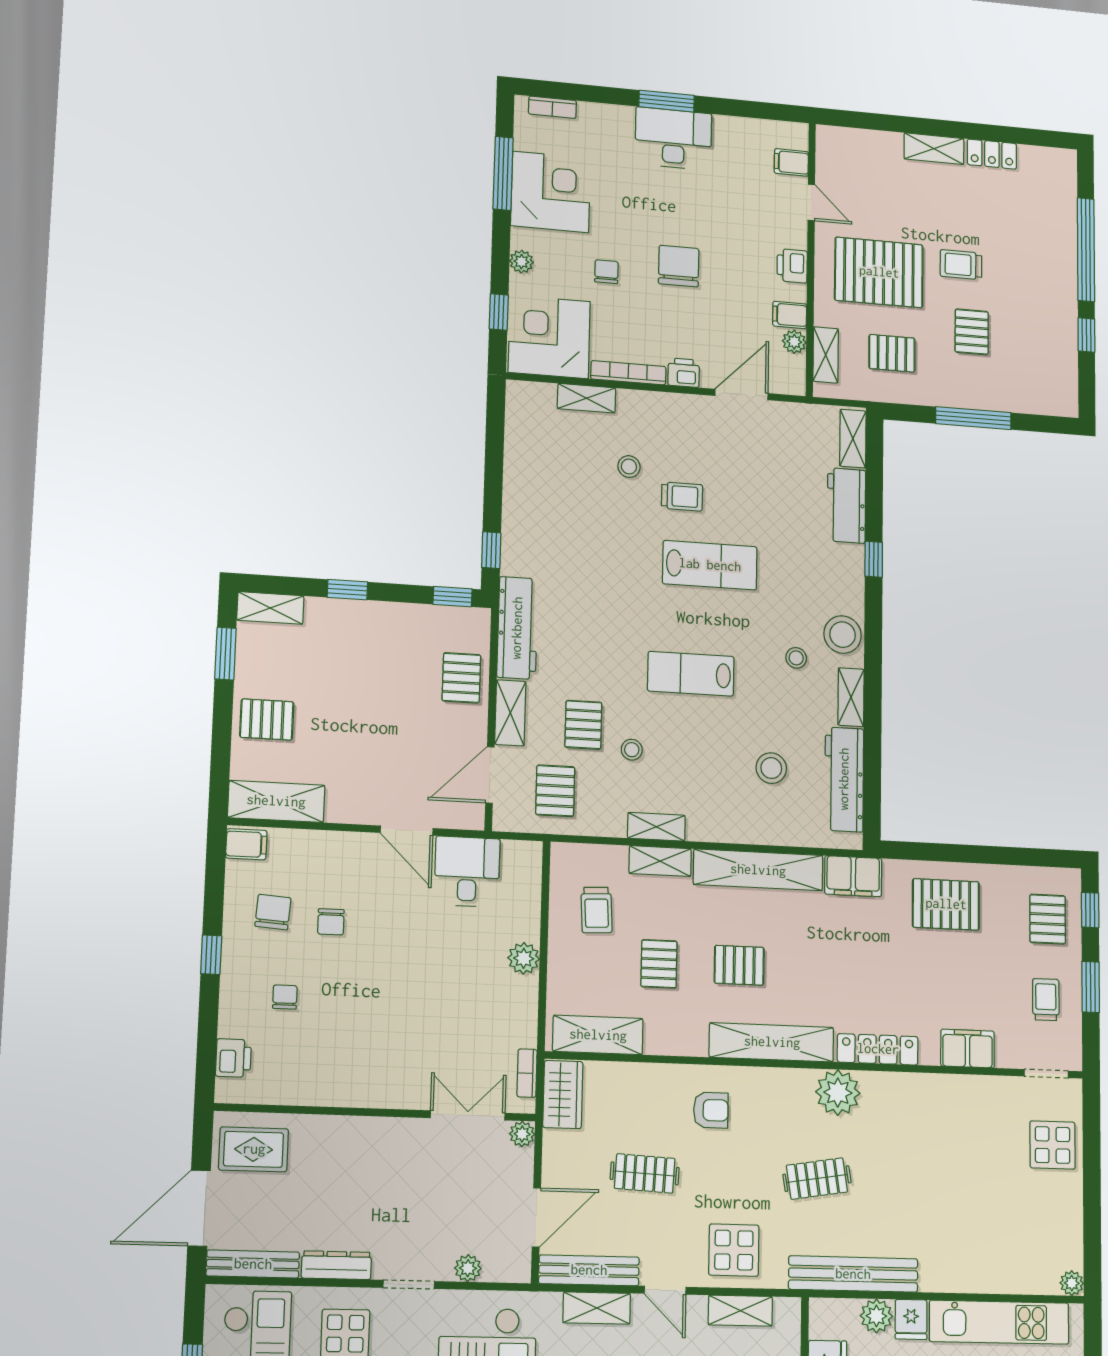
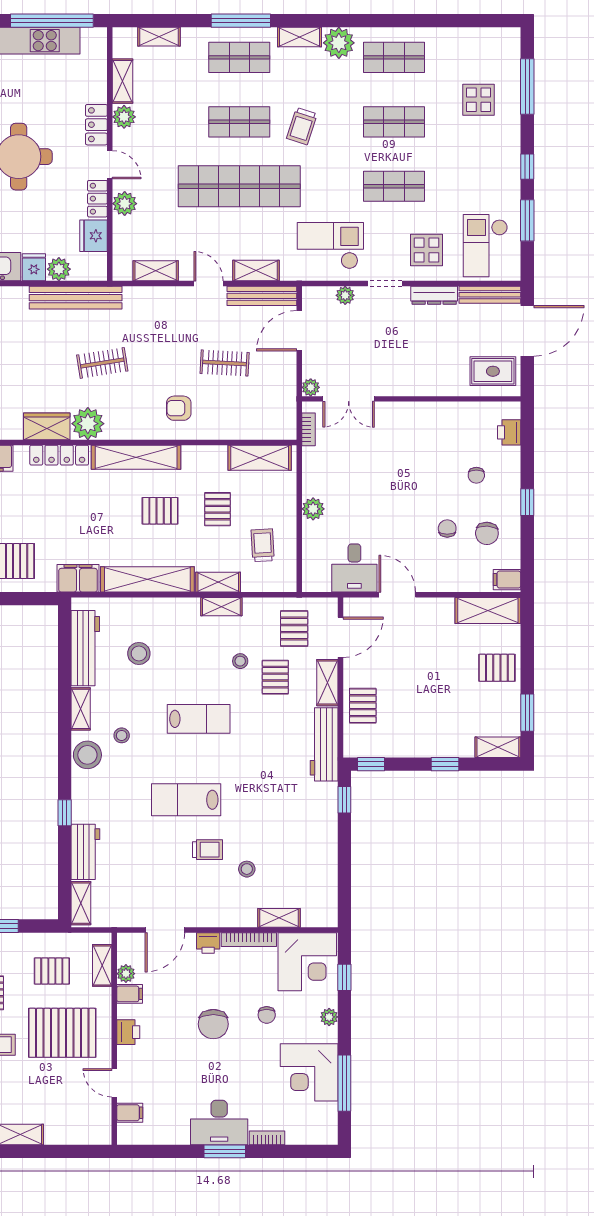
bookcase: (552, 107) -> (267, 1138), moved
trolley: (682, 496) -> (208, 850), turned 180
wardrobe: (563, 1095) -> (47, 426), moved, turned 90
display table: (734, 1250) -> (161, 312), removed

